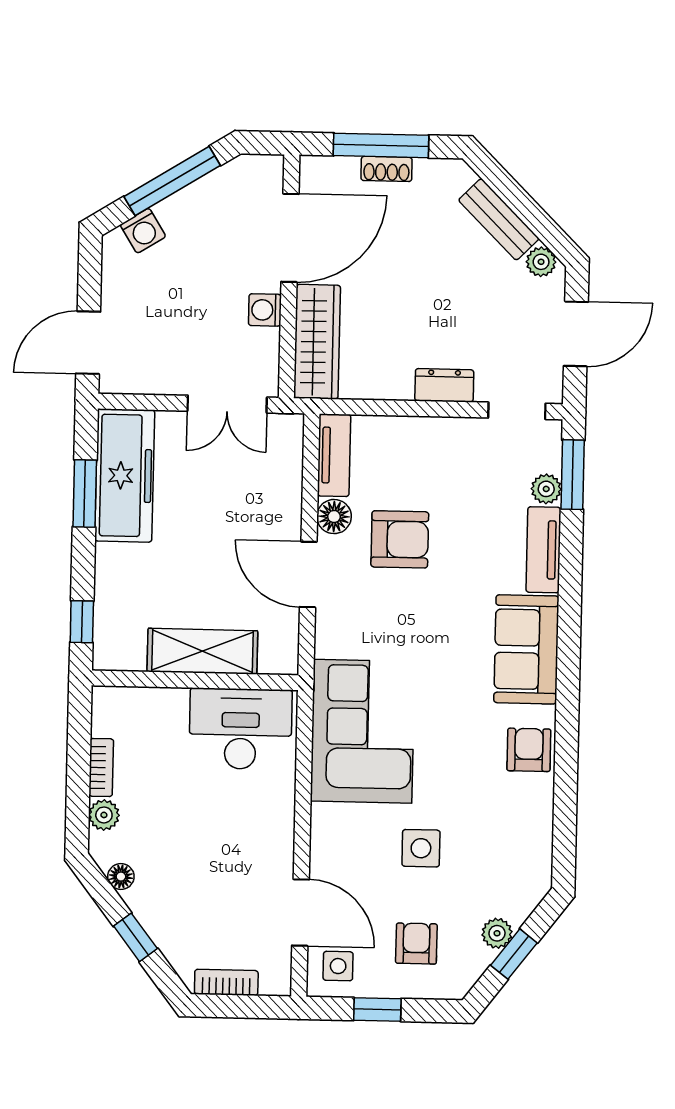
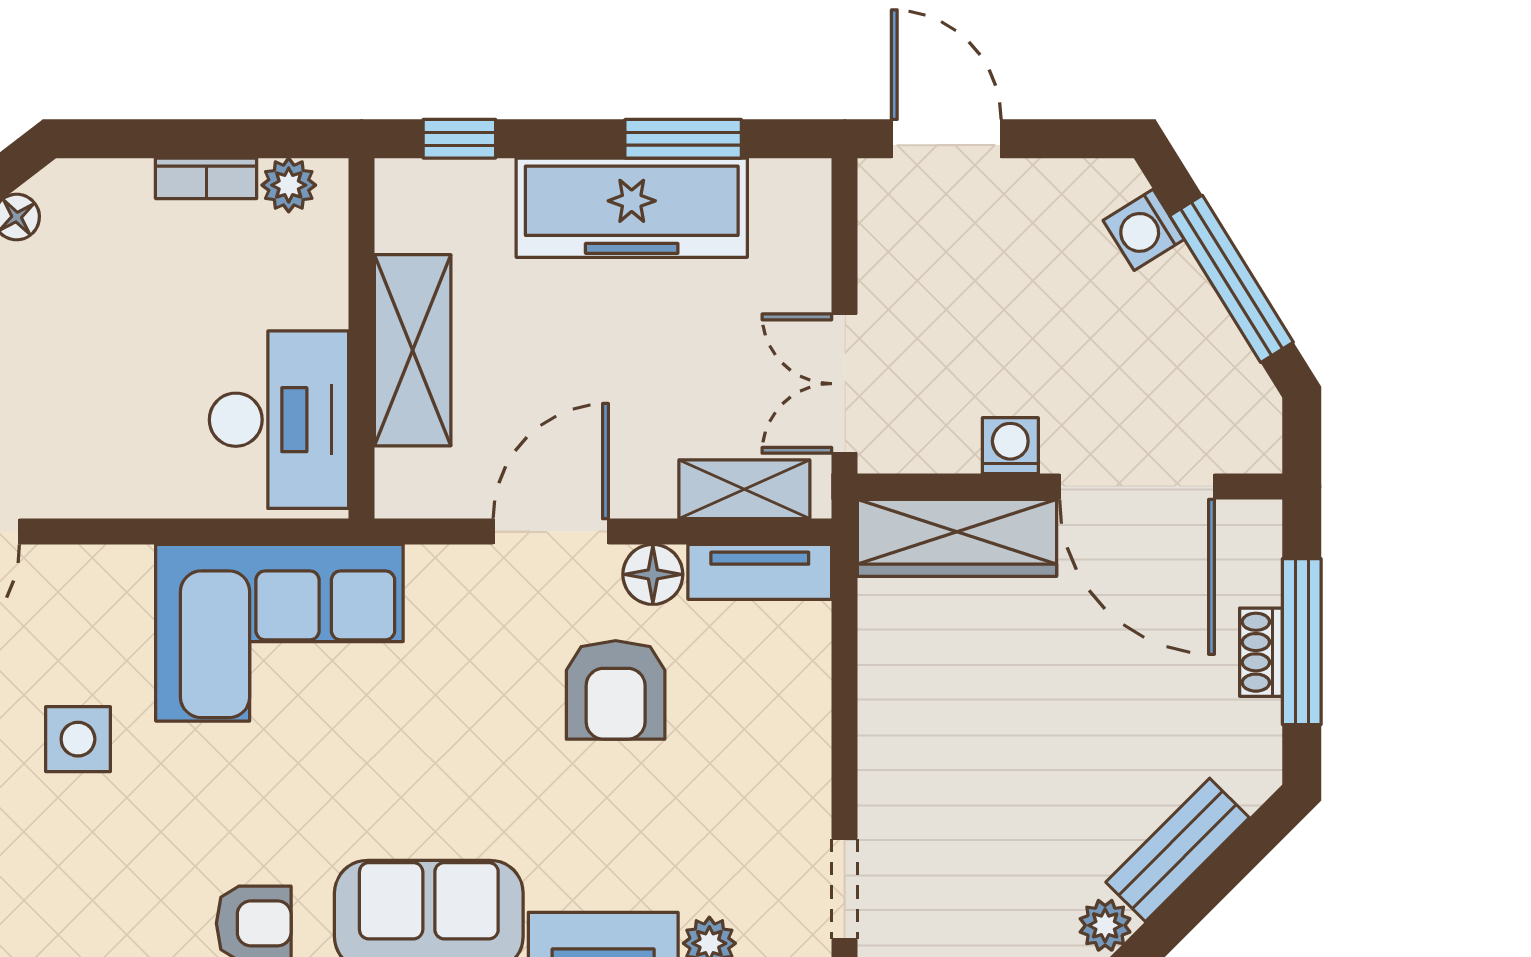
dresser: (444, 385) -> (886, 761), removed
shelving: (286, 463) -> (744, 489), added
freezer: (125, 475) -> (632, 208), moved
plant: (104, 815) -> (289, 185), moved

